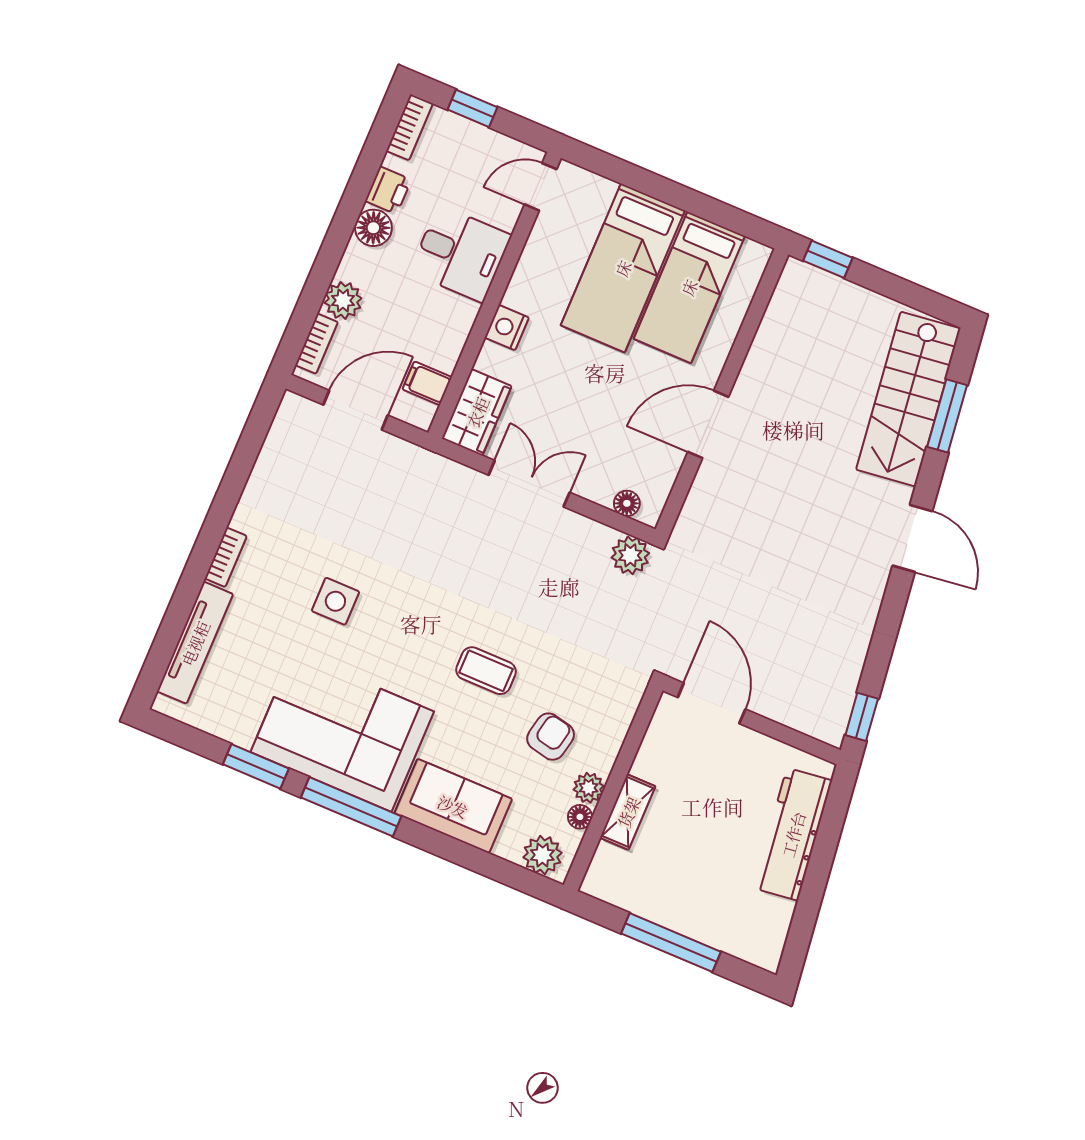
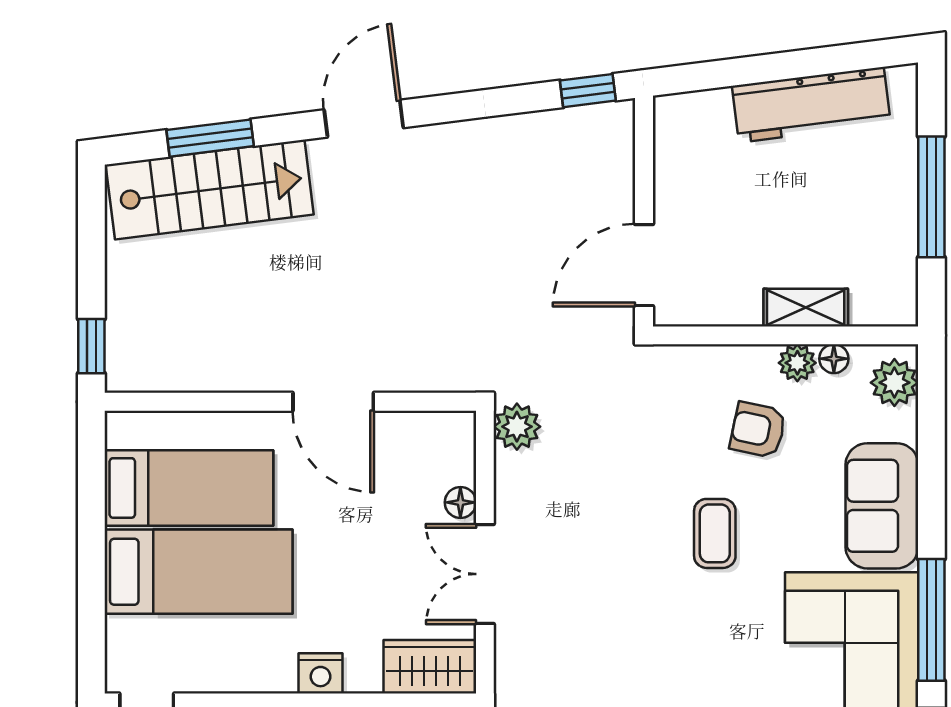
floor lamp: (627, 503) -> (460, 502), moved
workbench: (793, 834) -> (811, 105), moved

